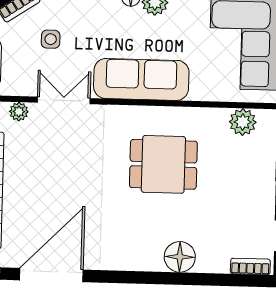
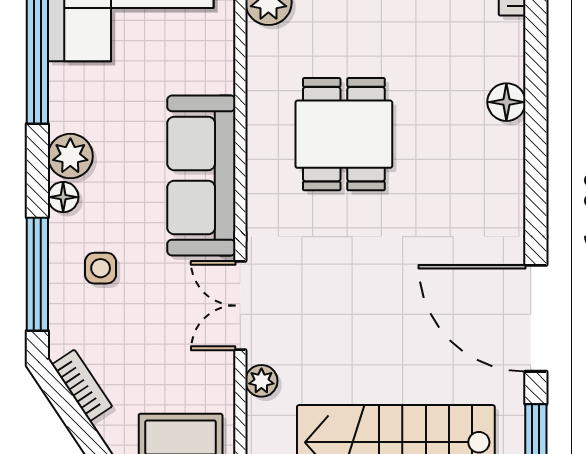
side table: (51, 39) -> (101, 268), moved
floor lamp: (180, 257) -> (506, 102), width x0.73, depth x0.73

